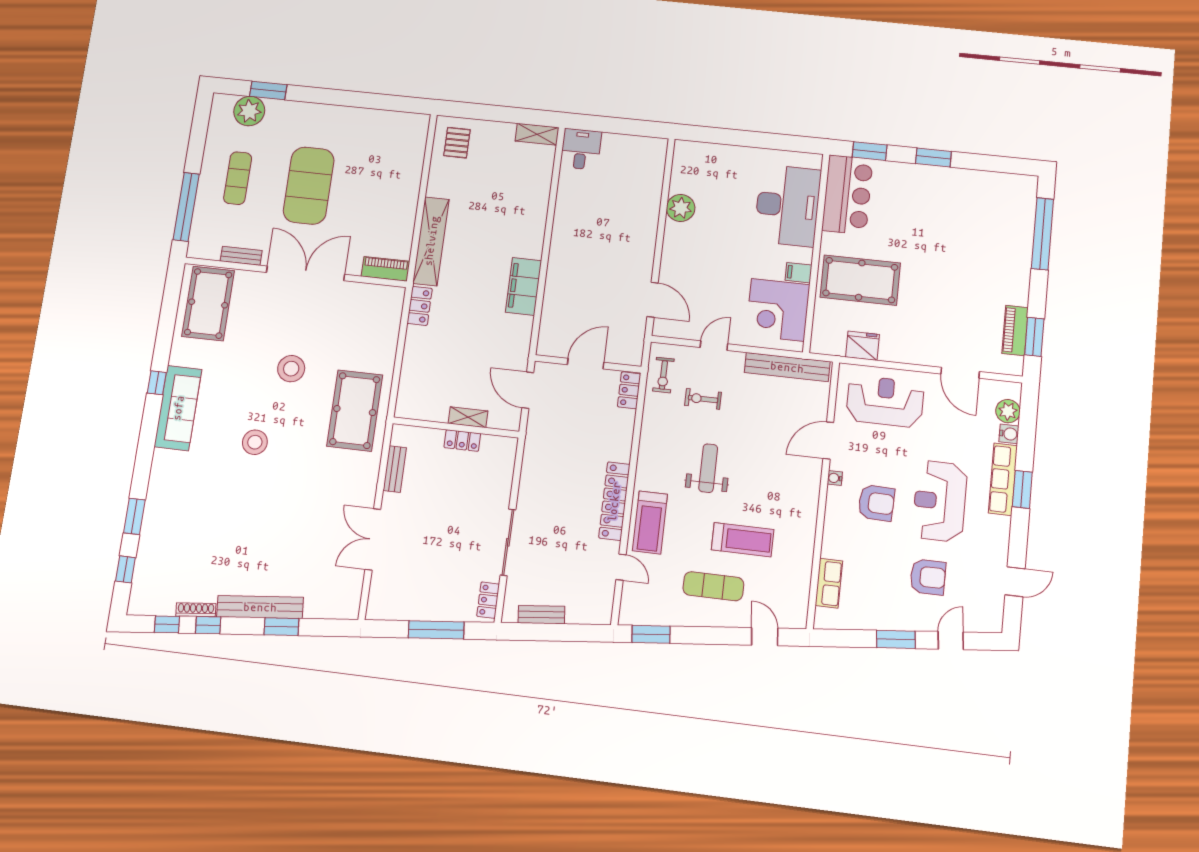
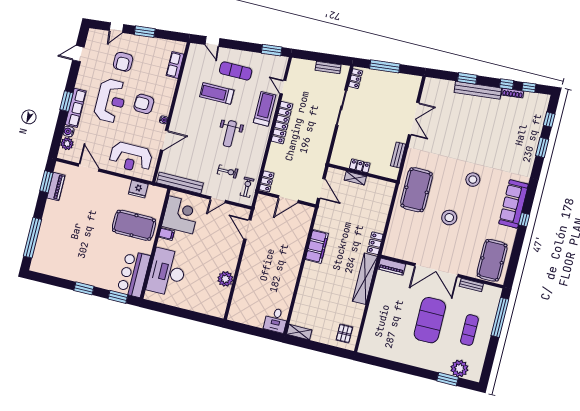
armchair: (928, 577) -> (123, 62), turned -90

